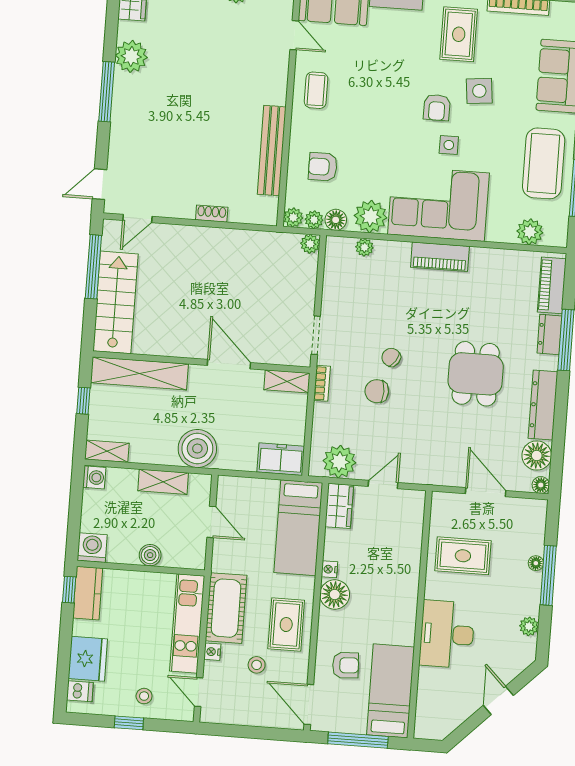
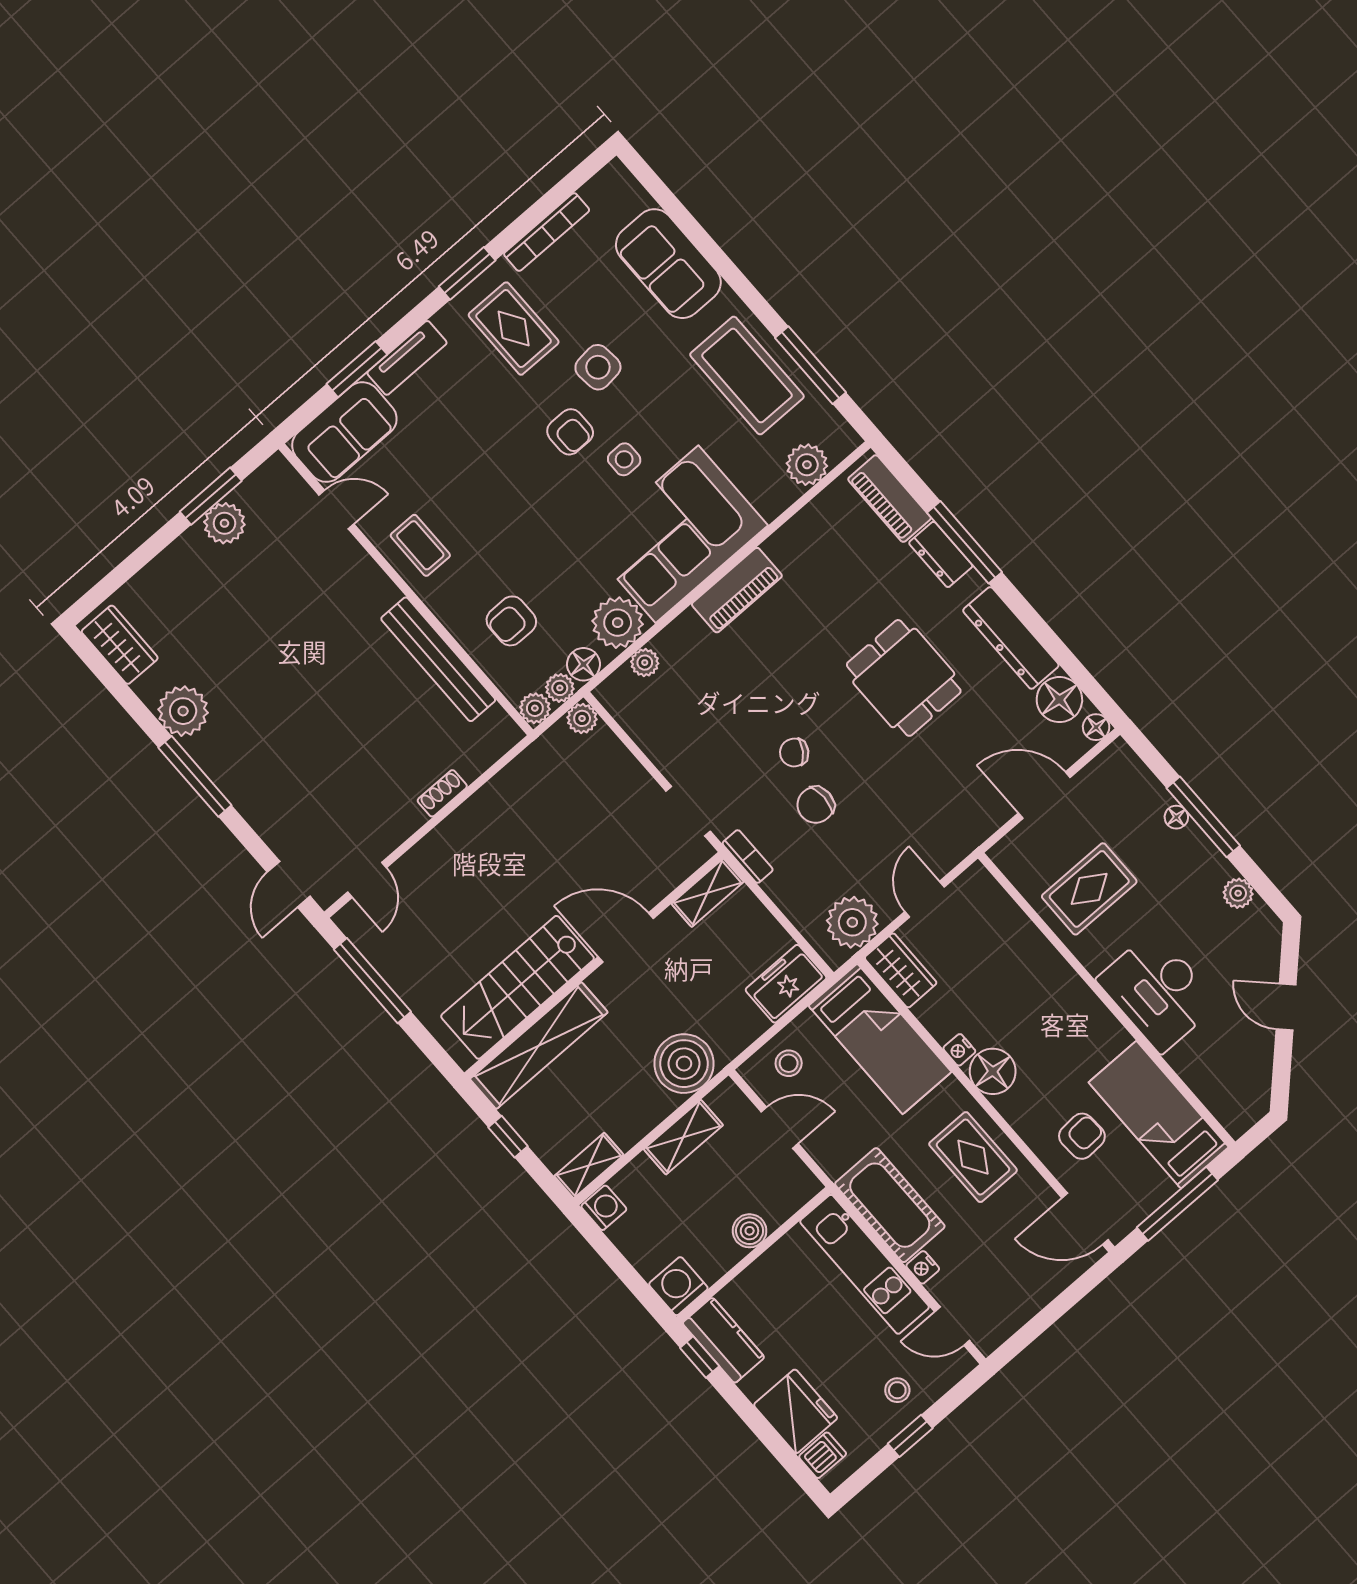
stairs: (115, 302) -> (518, 987), moved, turned -90
stool: (257, 665) -> (789, 1063), moved

